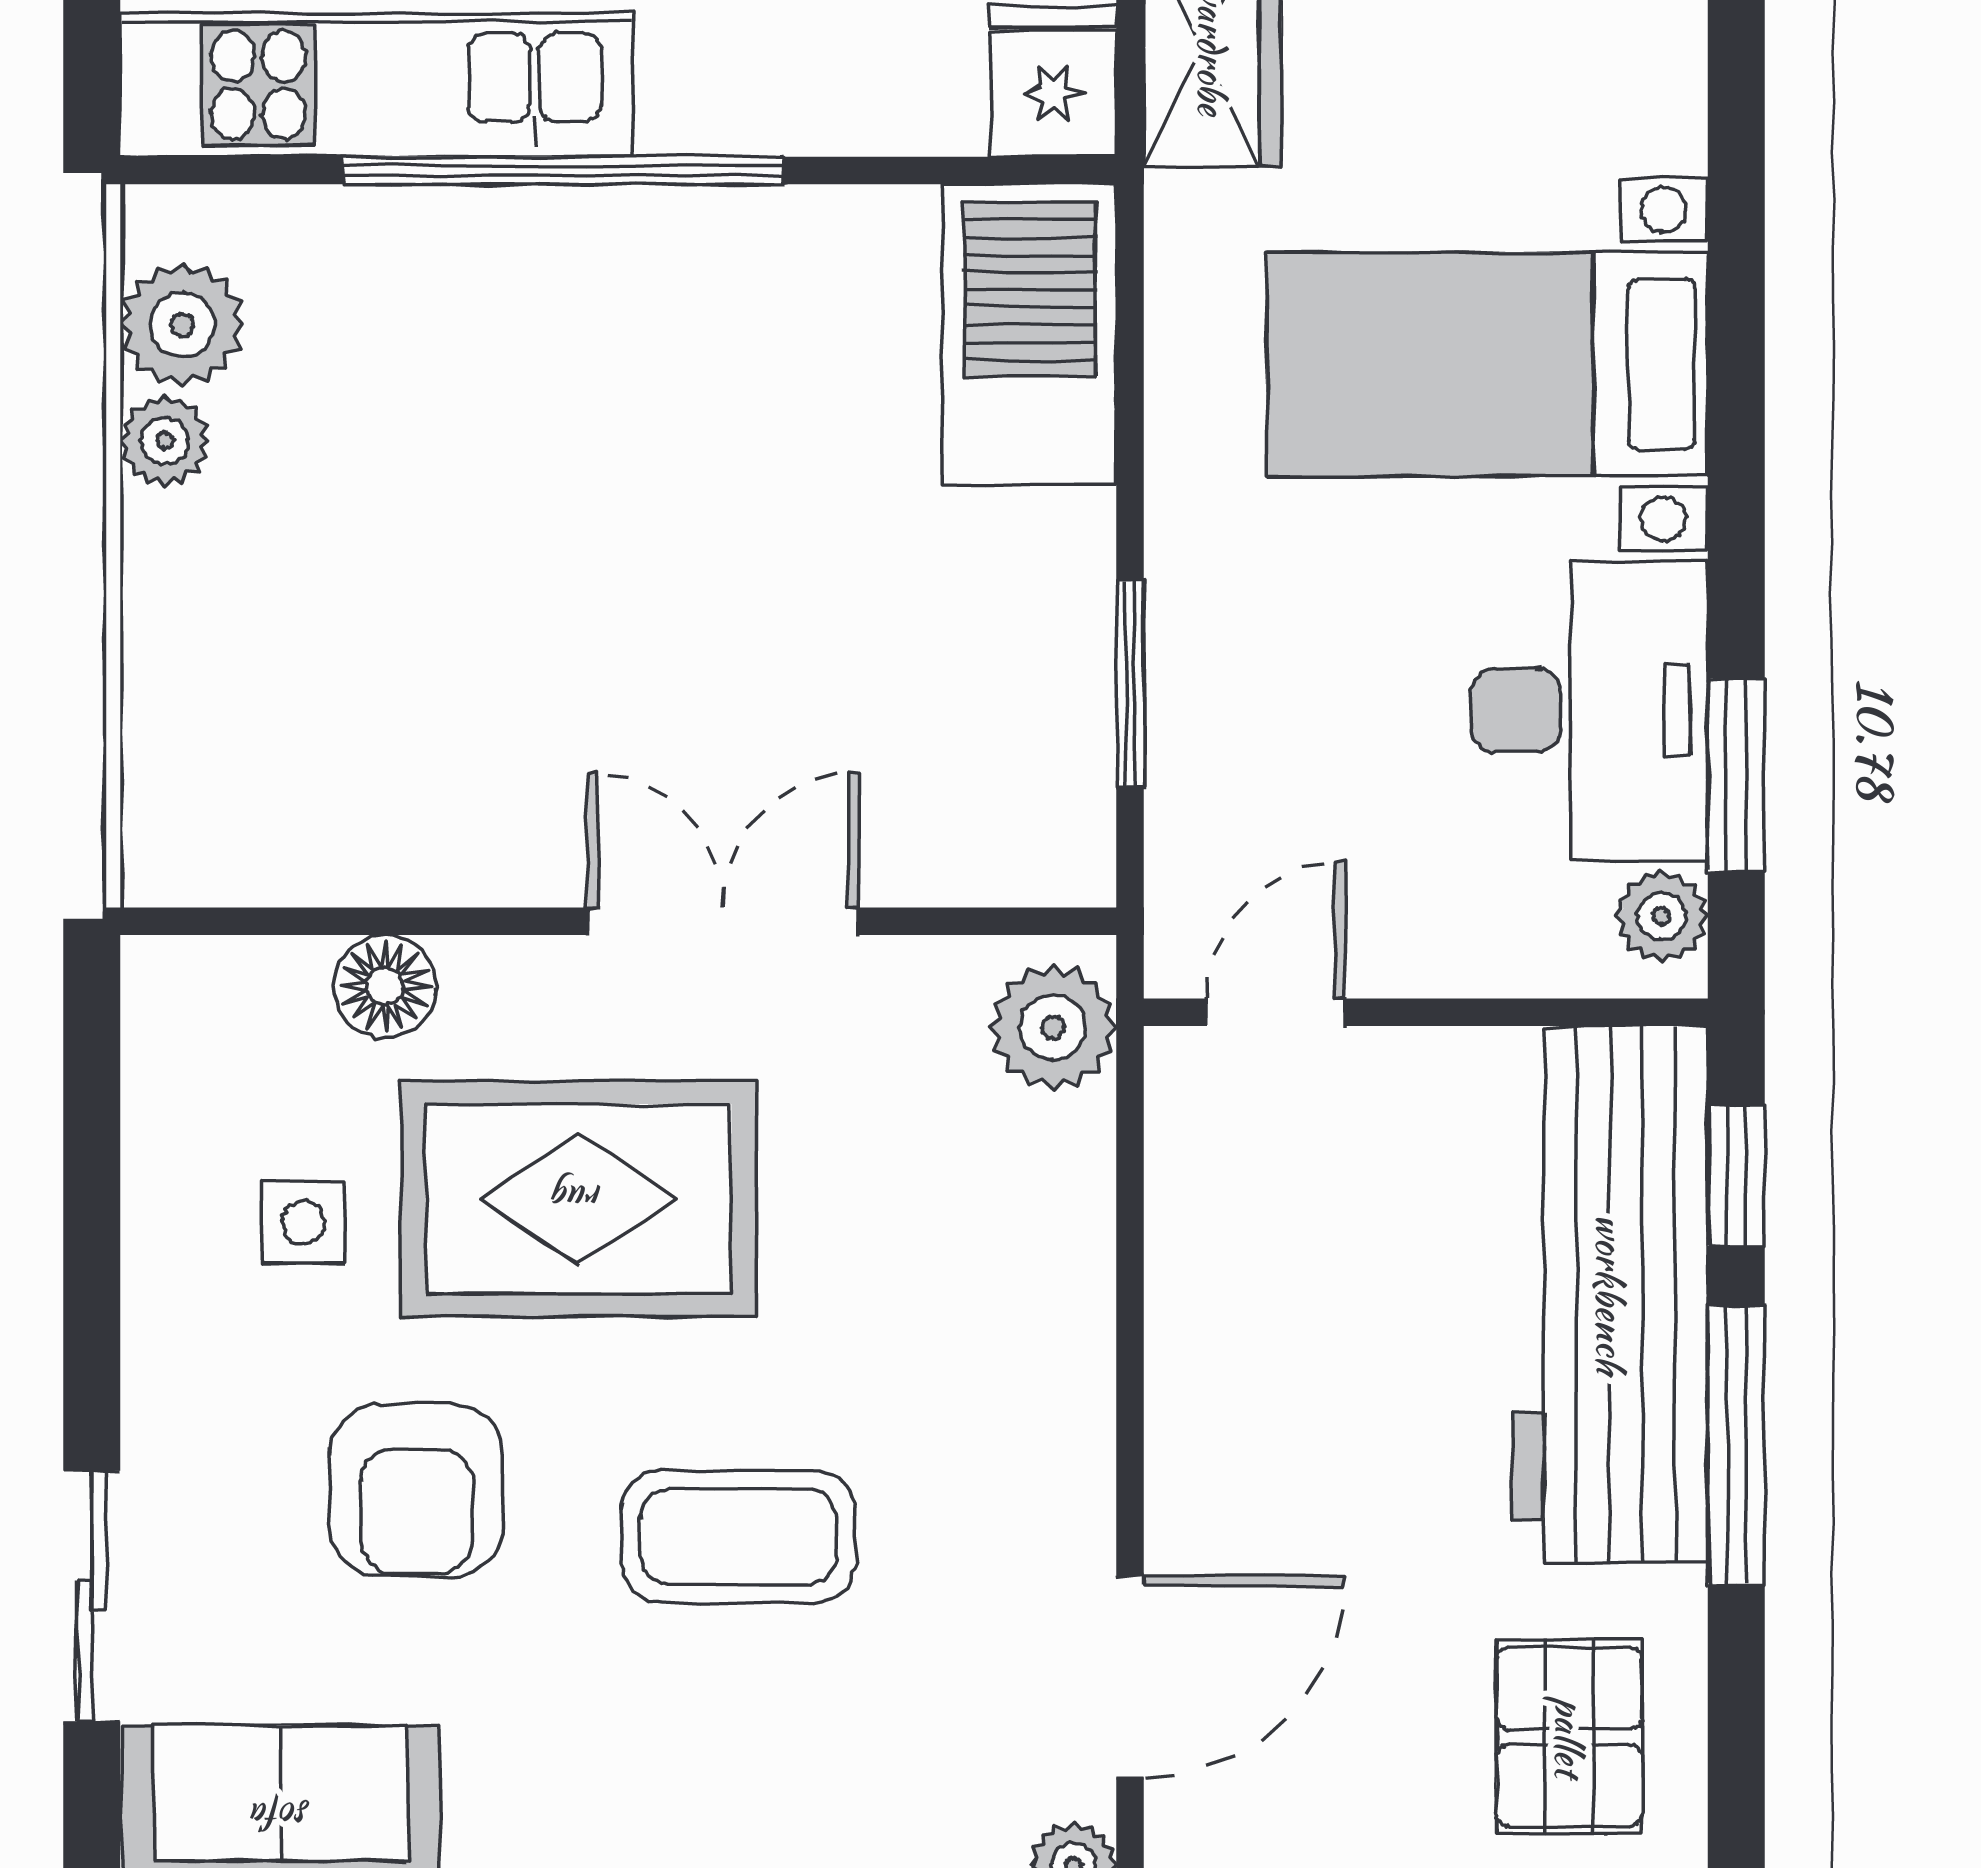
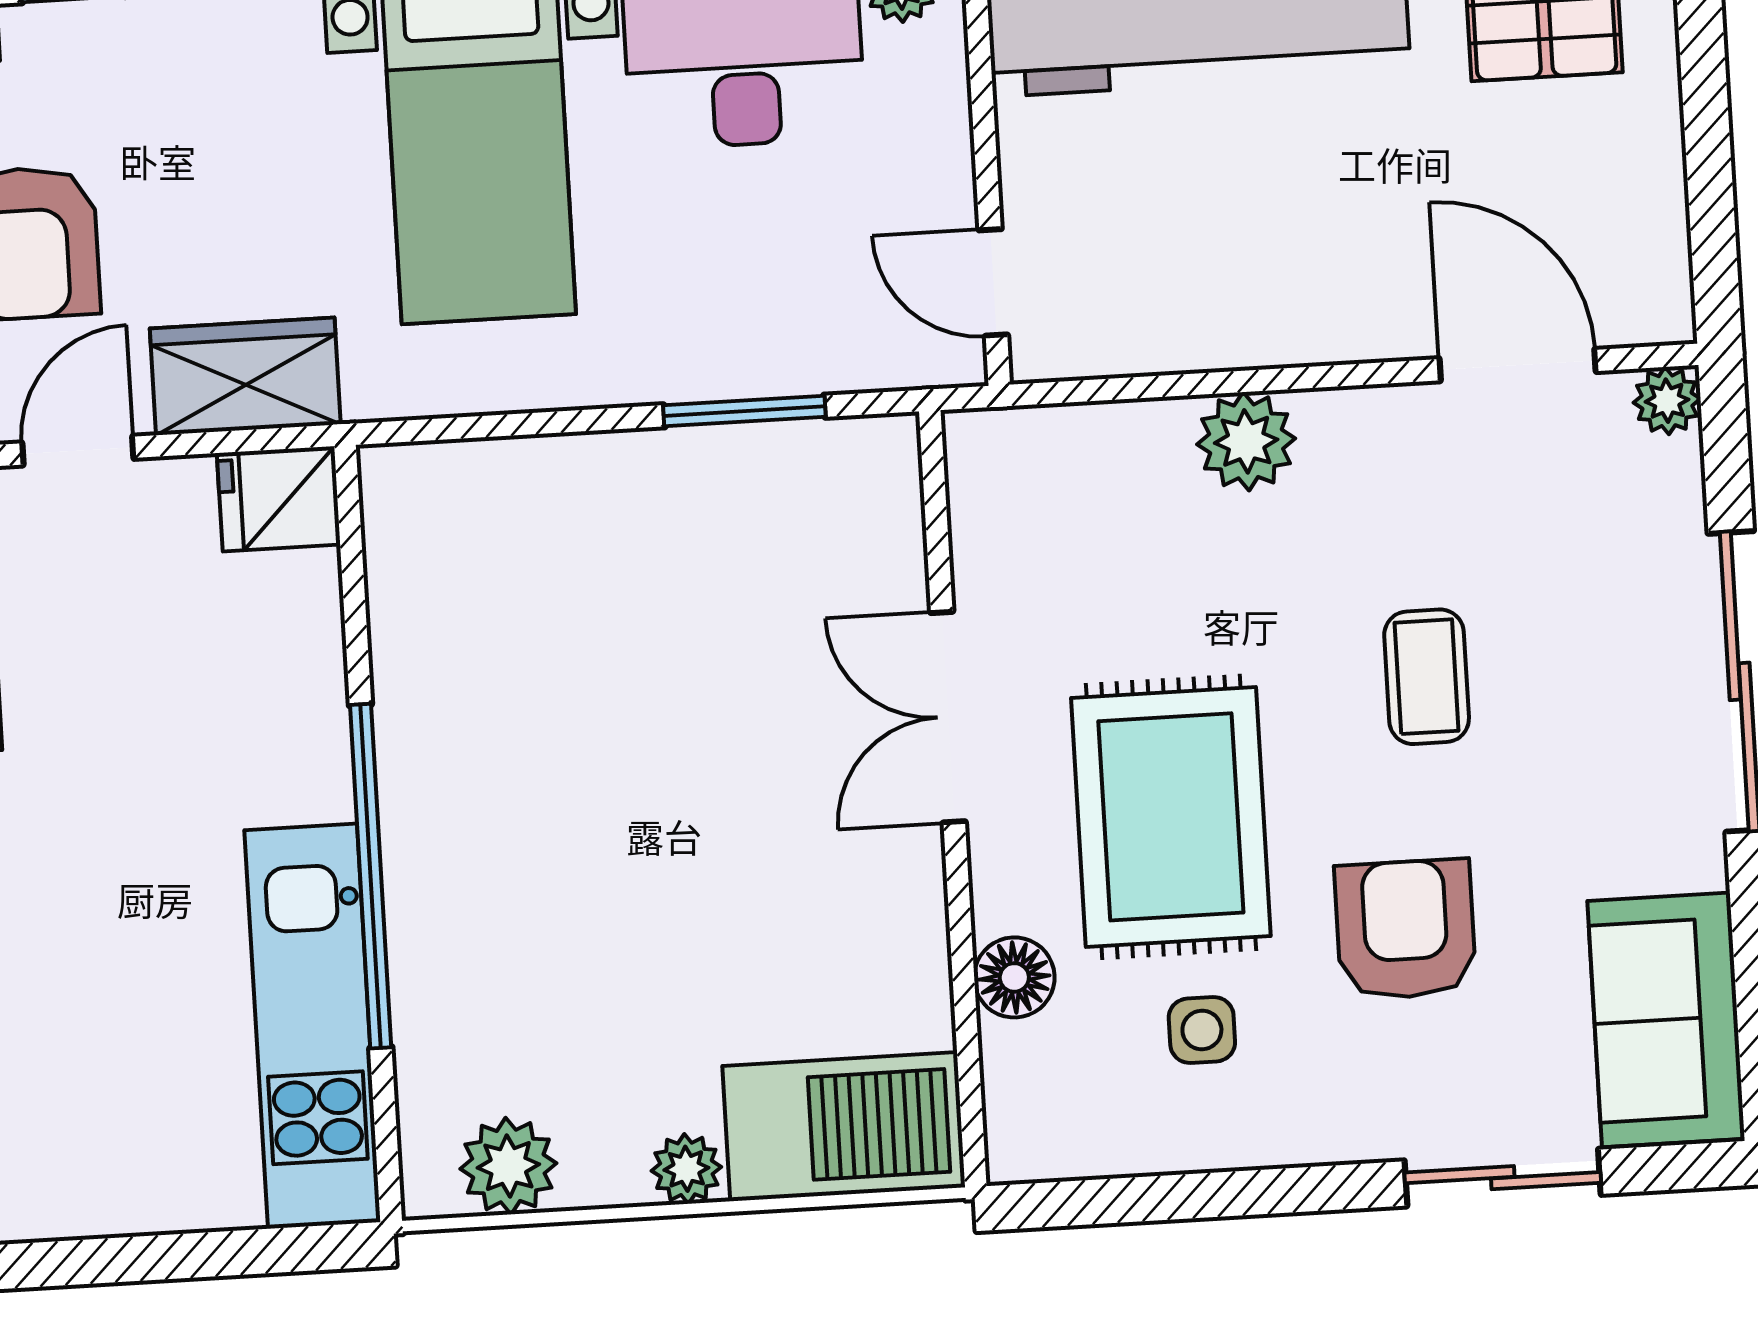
barbecue: (1029, 335) -> (844, 1127), moved, turned 180
plant: (165, 441) -> (686, 1169), moved
plant: (1053, 1027) -> (1246, 441), moved
armchair: (417, 1490) -> (1405, 929), turned -90
coffee table: (738, 1537) -> (1427, 677), width x0.73, depth x0.77

